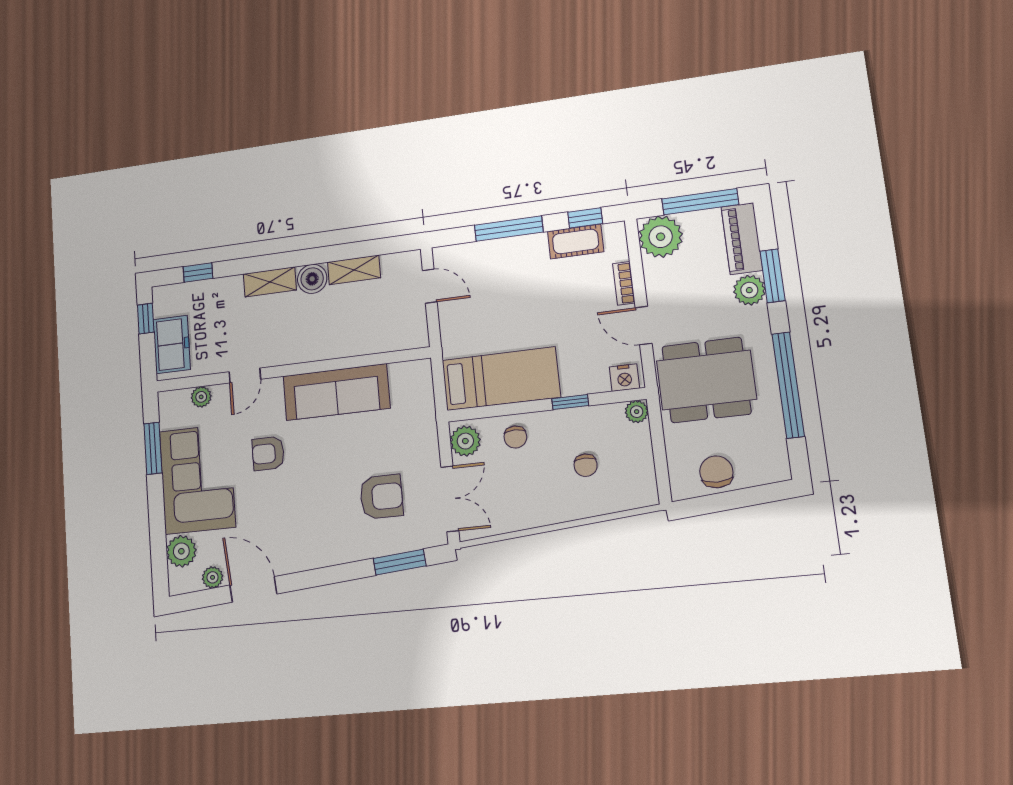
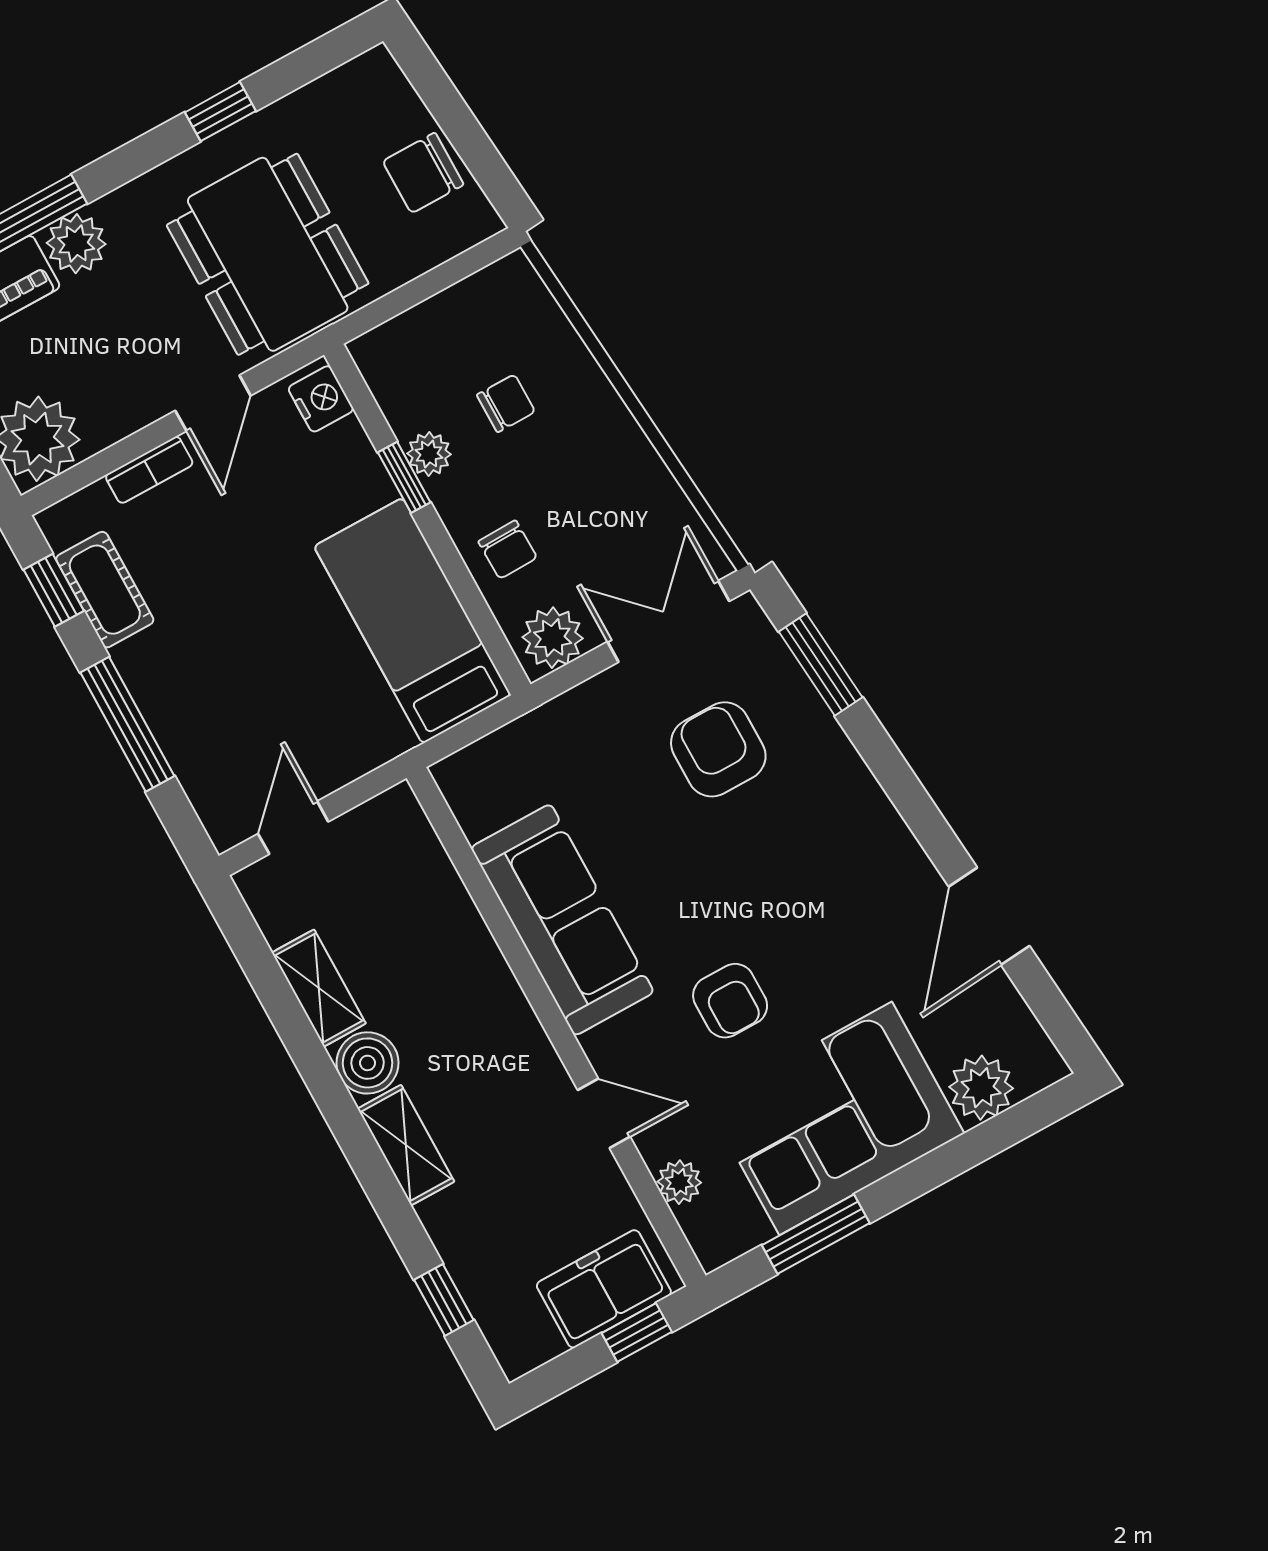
window: (146, 319) -> (637, 1333), moved
window: (788, 385) -> (220, 112), width x0.32
plant: (637, 412) -> (429, 454), moved
chair: (515, 437) -> (508, 550), turned 89
plant: (213, 577) -> (1002, 1005), removed

